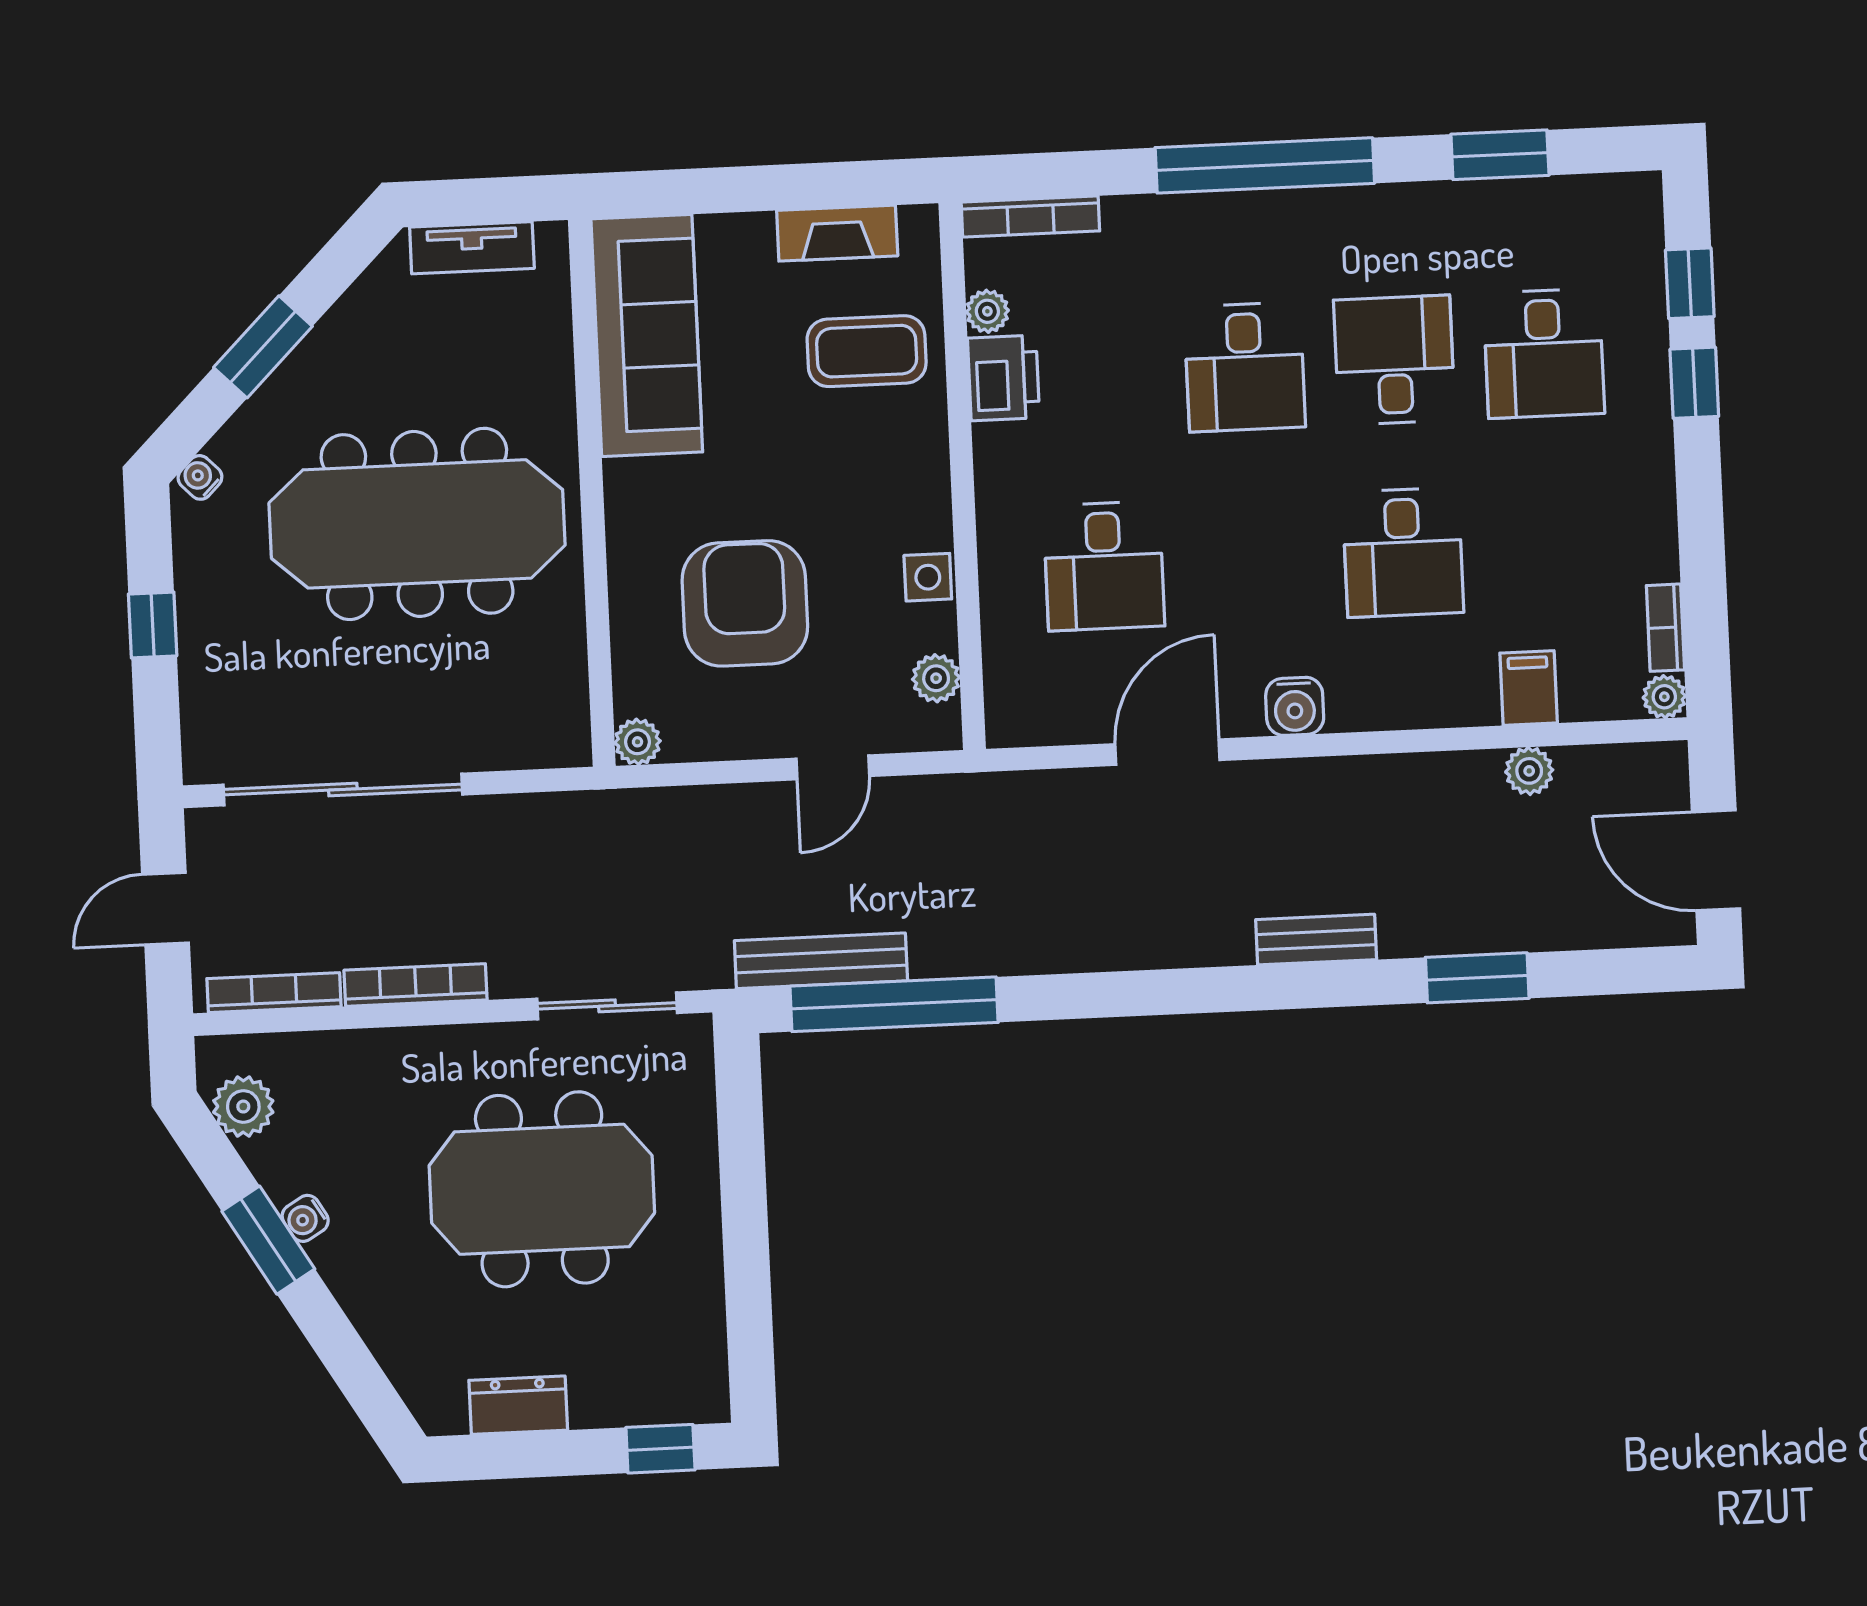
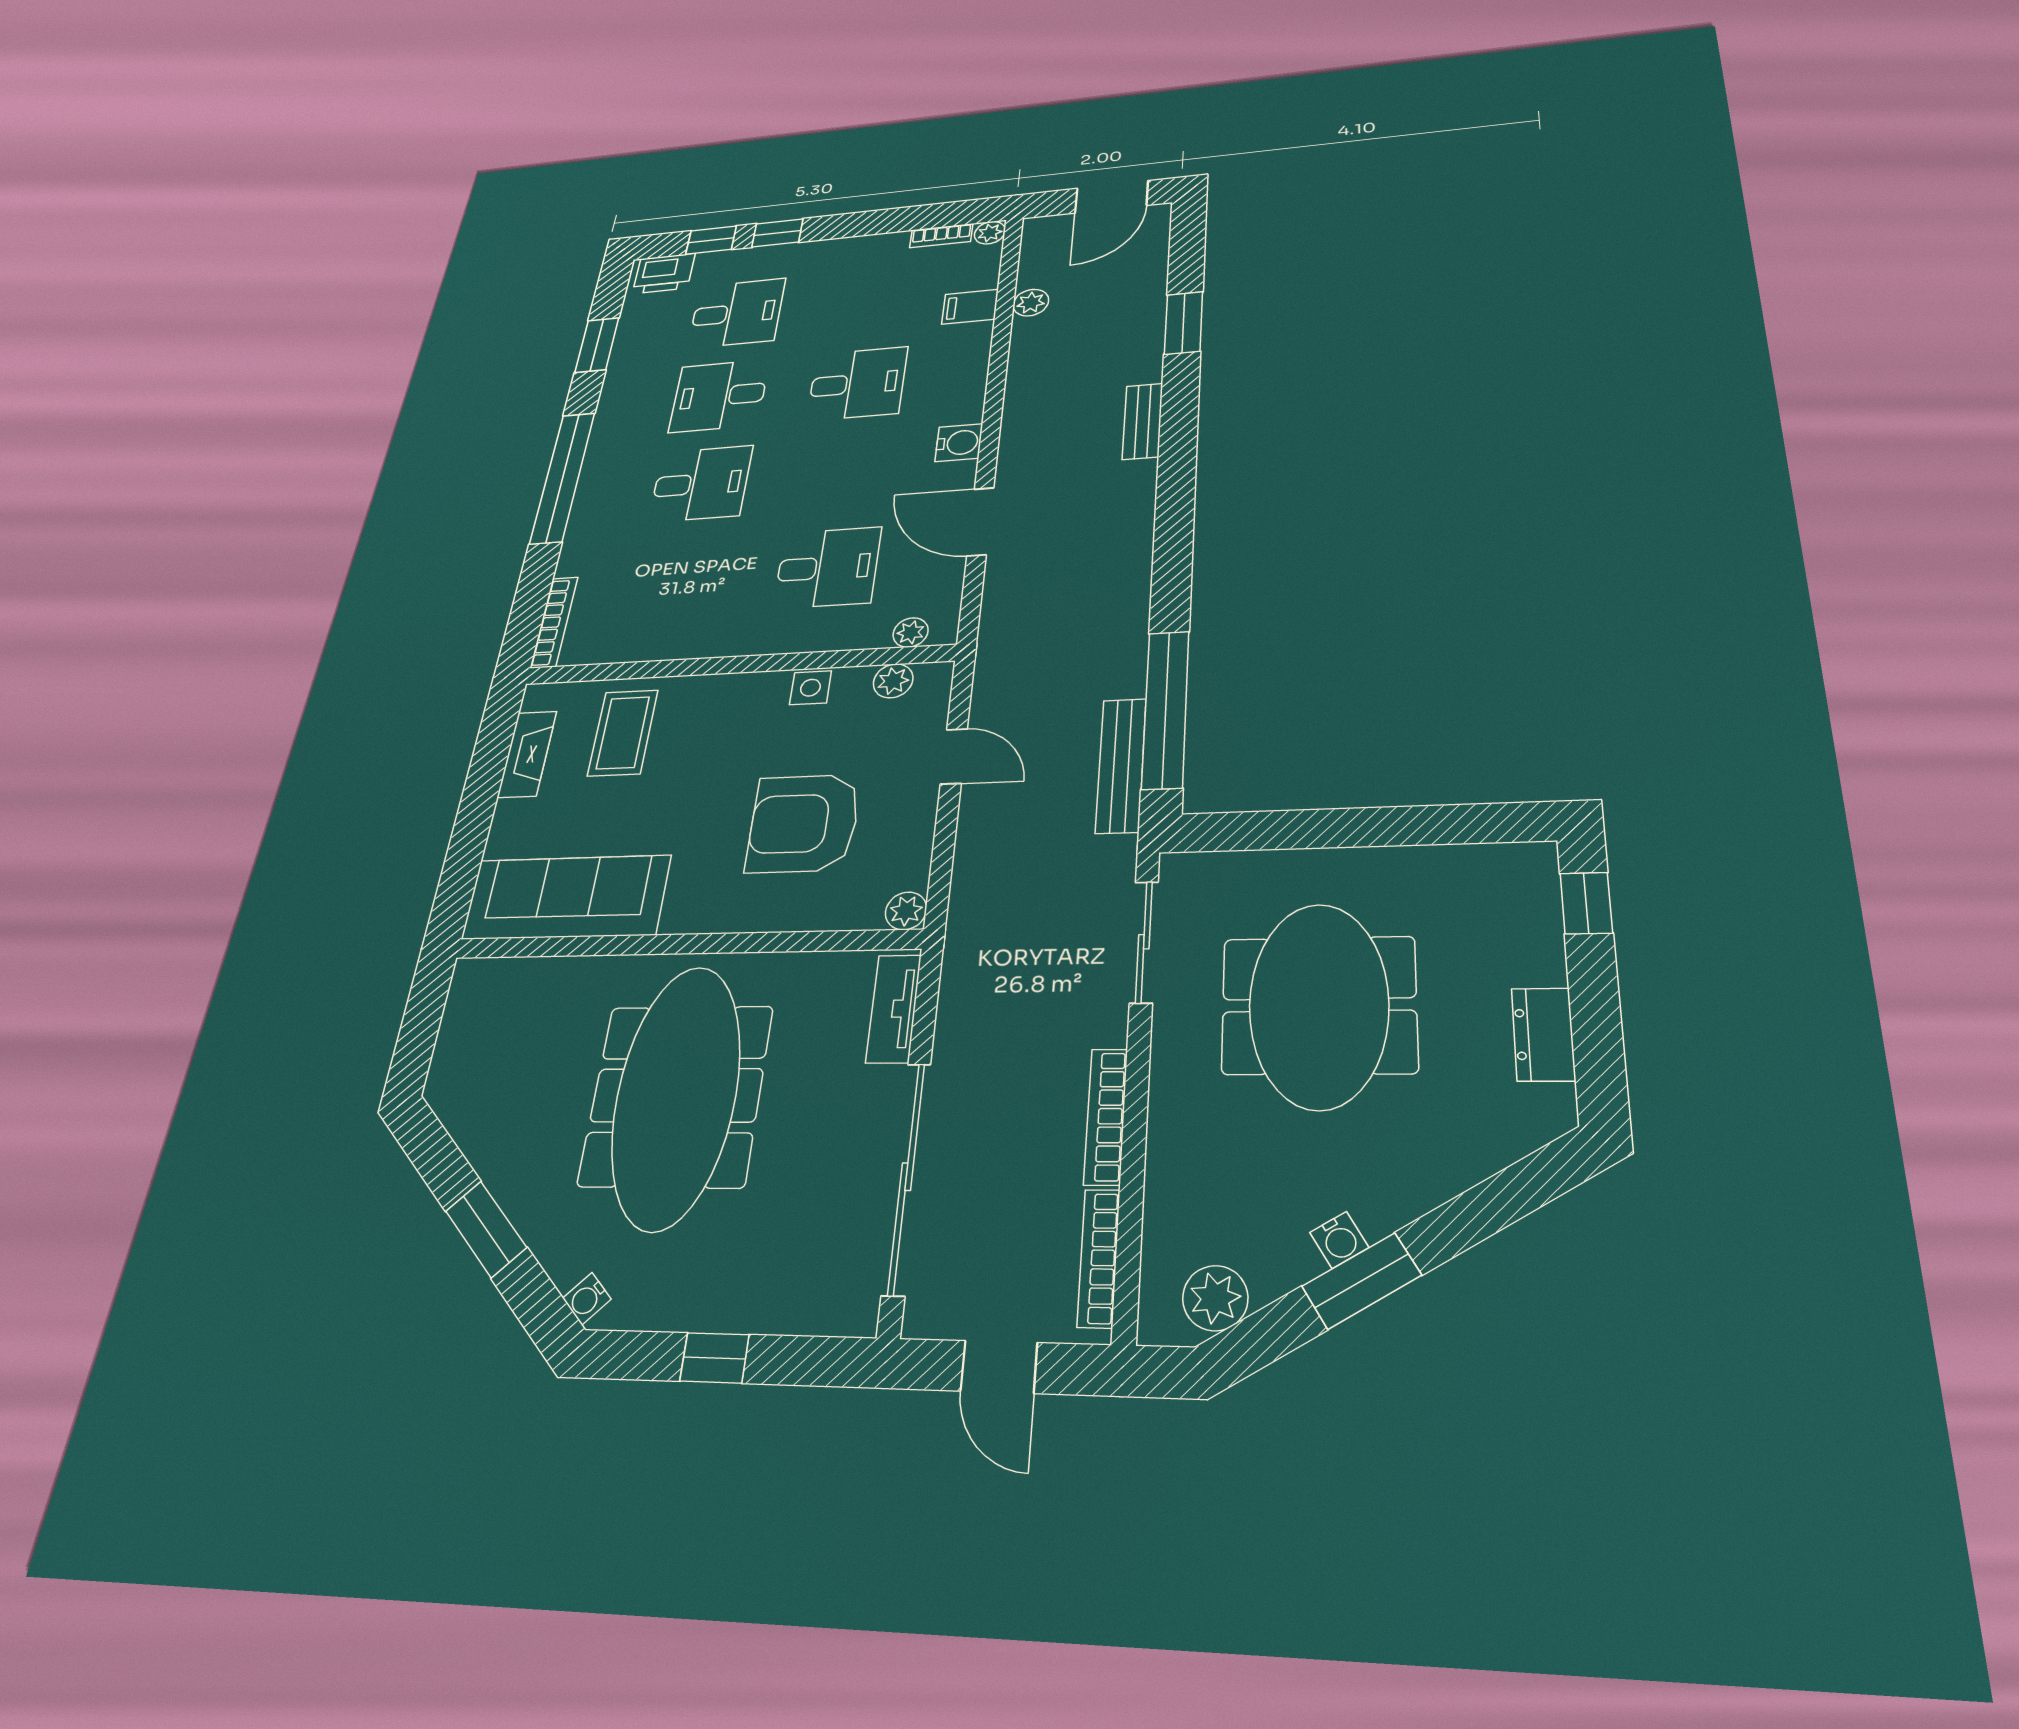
tv unit: (472, 248) -> (894, 1009), moved, turned 180
plant: (987, 311) -> (911, 632), moved
printer: (1003, 378) -> (664, 273), moved, turned 180

